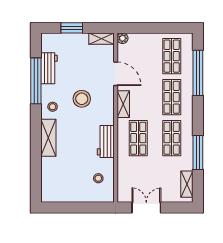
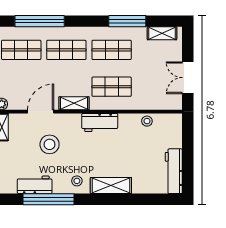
stool: (82, 99) -> (50, 144), moved
workbench: (106, 142) -> (100, 122), moved
stool: (98, 178) -> (147, 121), moved
workbench: (61, 195) -> (174, 171), added

